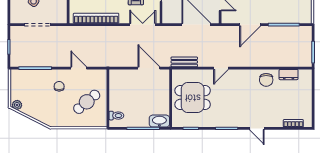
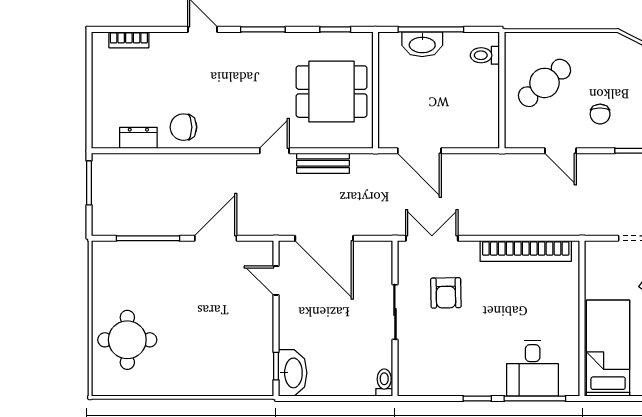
double door: (143, 25) -> (432, 238), swing flipped
bench: (184, 62) -> (323, 163), moved
chair: (266, 80) -> (183, 127), turned -90
washbasin: (159, 121) -> (422, 44), moved

